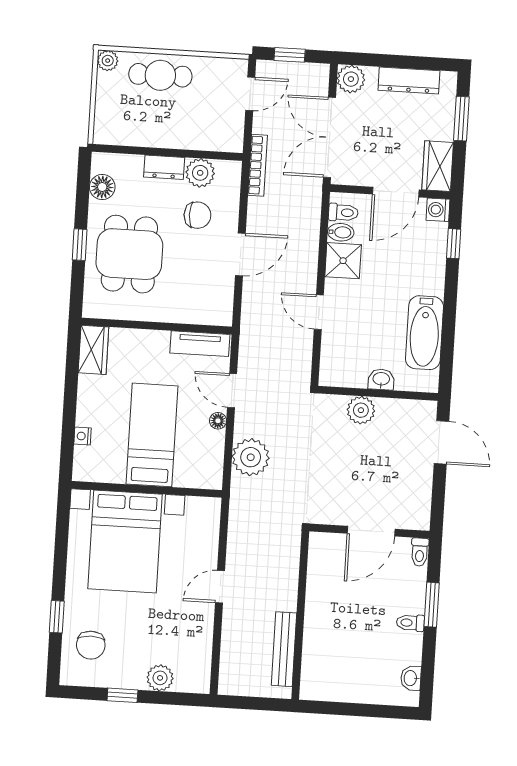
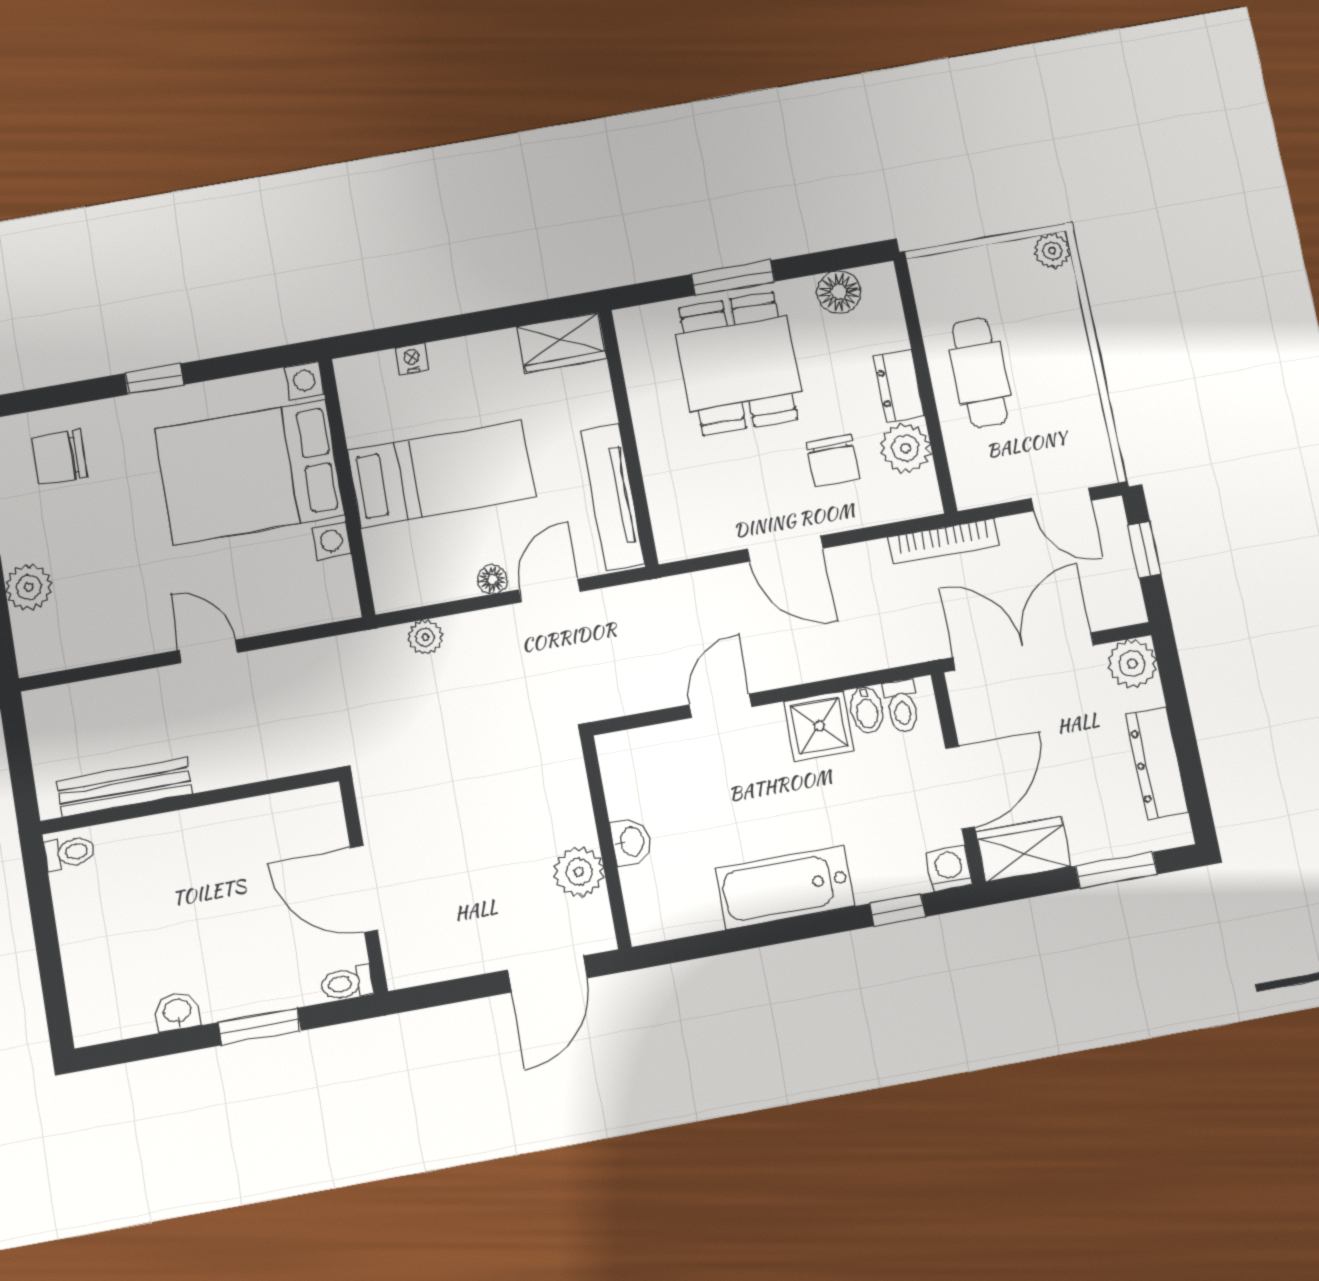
cafe table: (160, 75) -> (980, 373), moved
door: (396, 192) -> (960, 788), swing flipped
window: (80, 245) -> (733, 278), width x1.50
dining table: (129, 254) -> (738, 364), turned 90
bathtub: (424, 333) -> (785, 887), moved
tv unit: (200, 344) -> (613, 497), width x1.41
plant: (361, 410) -> (579, 872), moved
plant: (251, 457) -> (425, 637), width x0.53, depth x0.53
window: (57, 617) -> (154, 379), moved
toilet: (410, 623) -> (70, 852), moved, turned 90
washbasin: (411, 678) -> (177, 1012), moved

